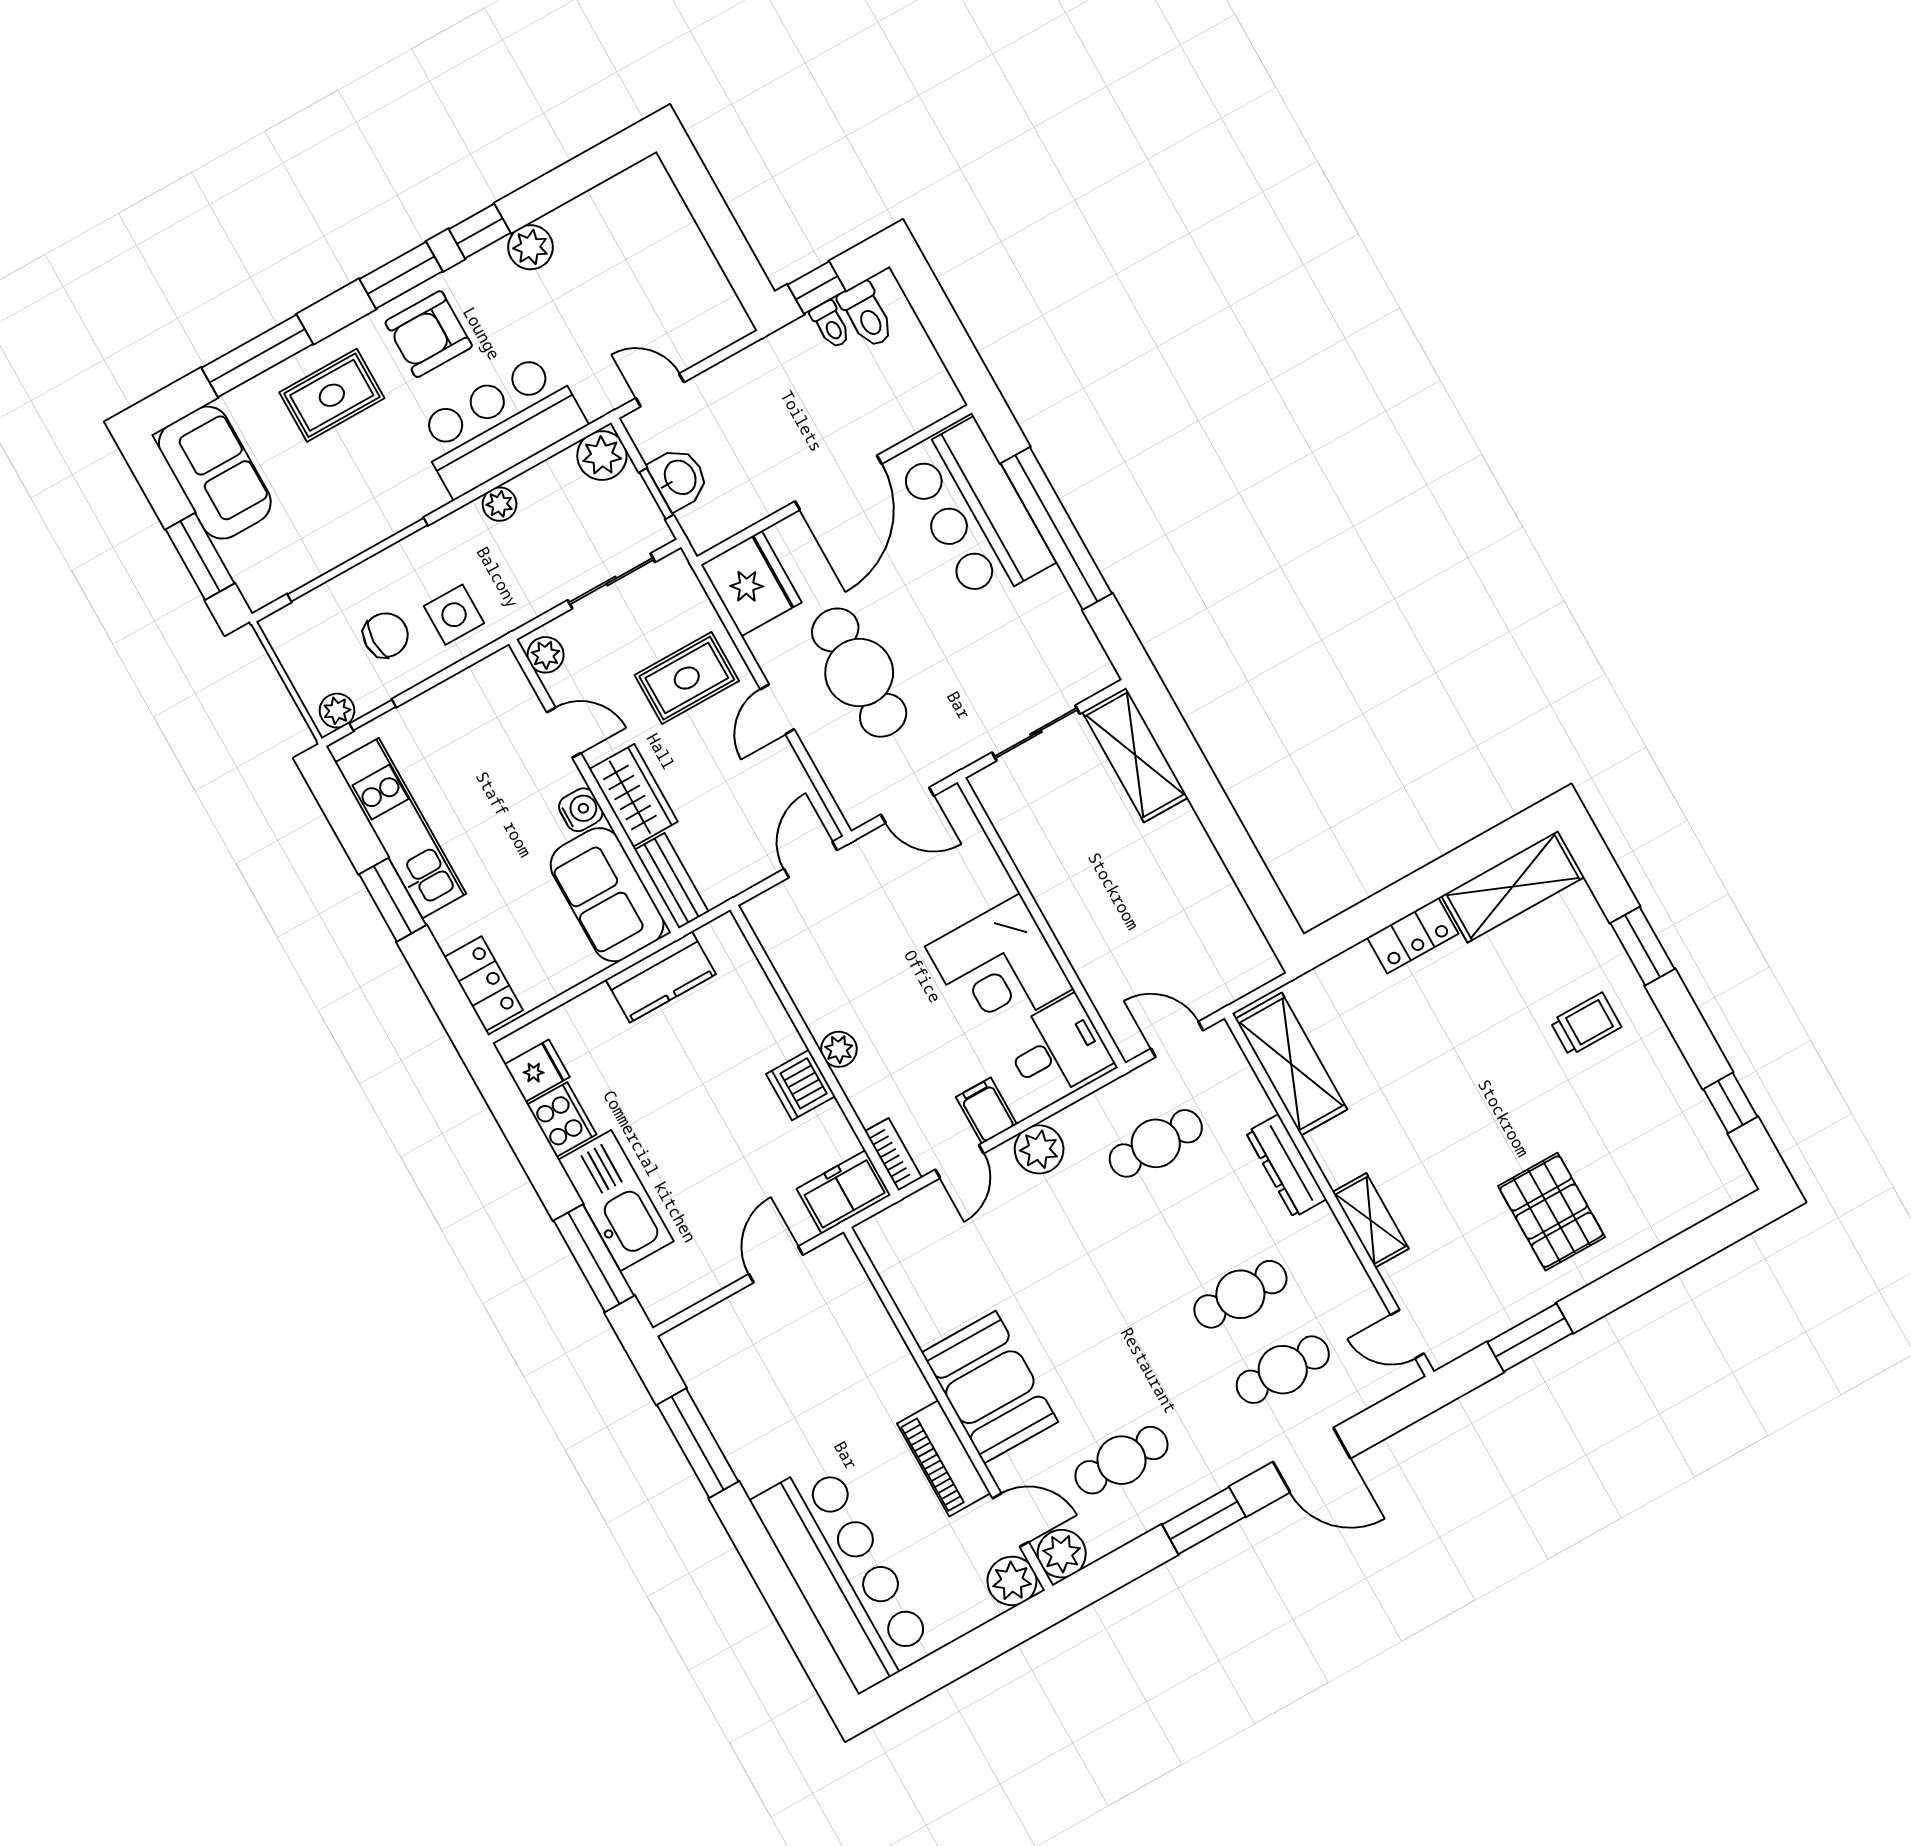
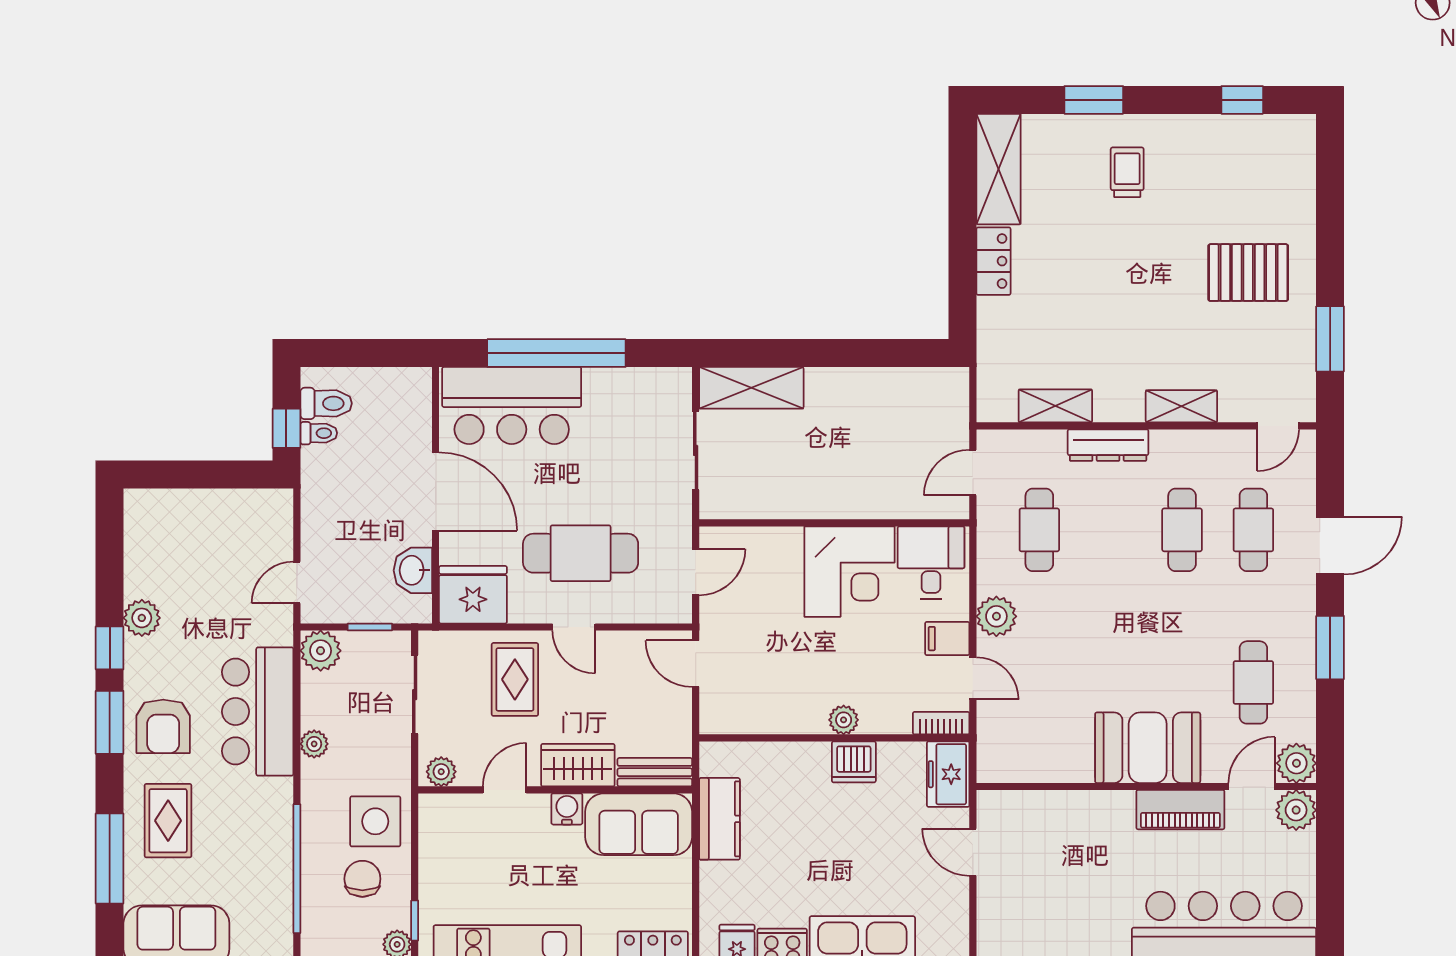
washbasin: (679, 478) -> (413, 570), moved, turned -90
side table: (454, 615) -> (375, 821), width x1.37, depth x1.37
shelving: (1291, 1064) -> (1055, 406), width x0.67, depth x0.75

